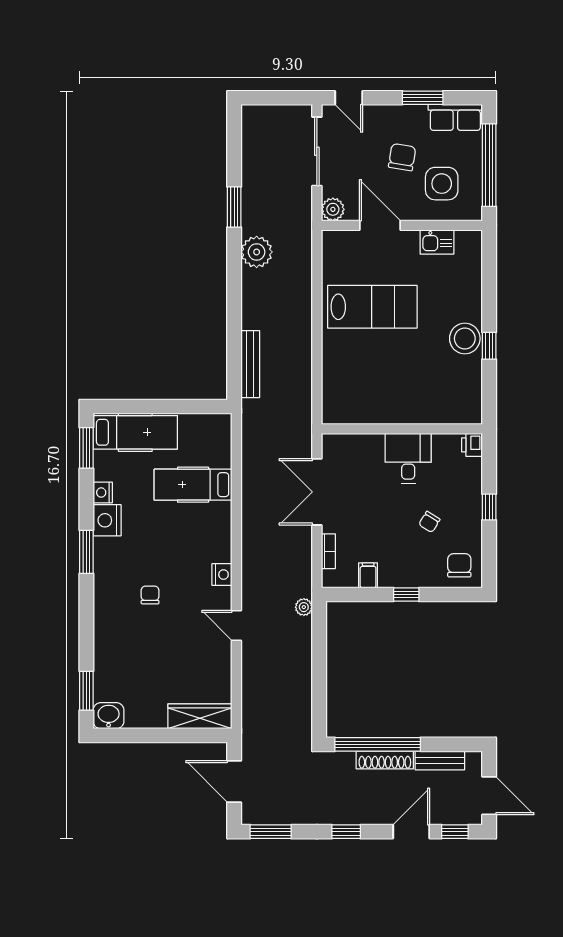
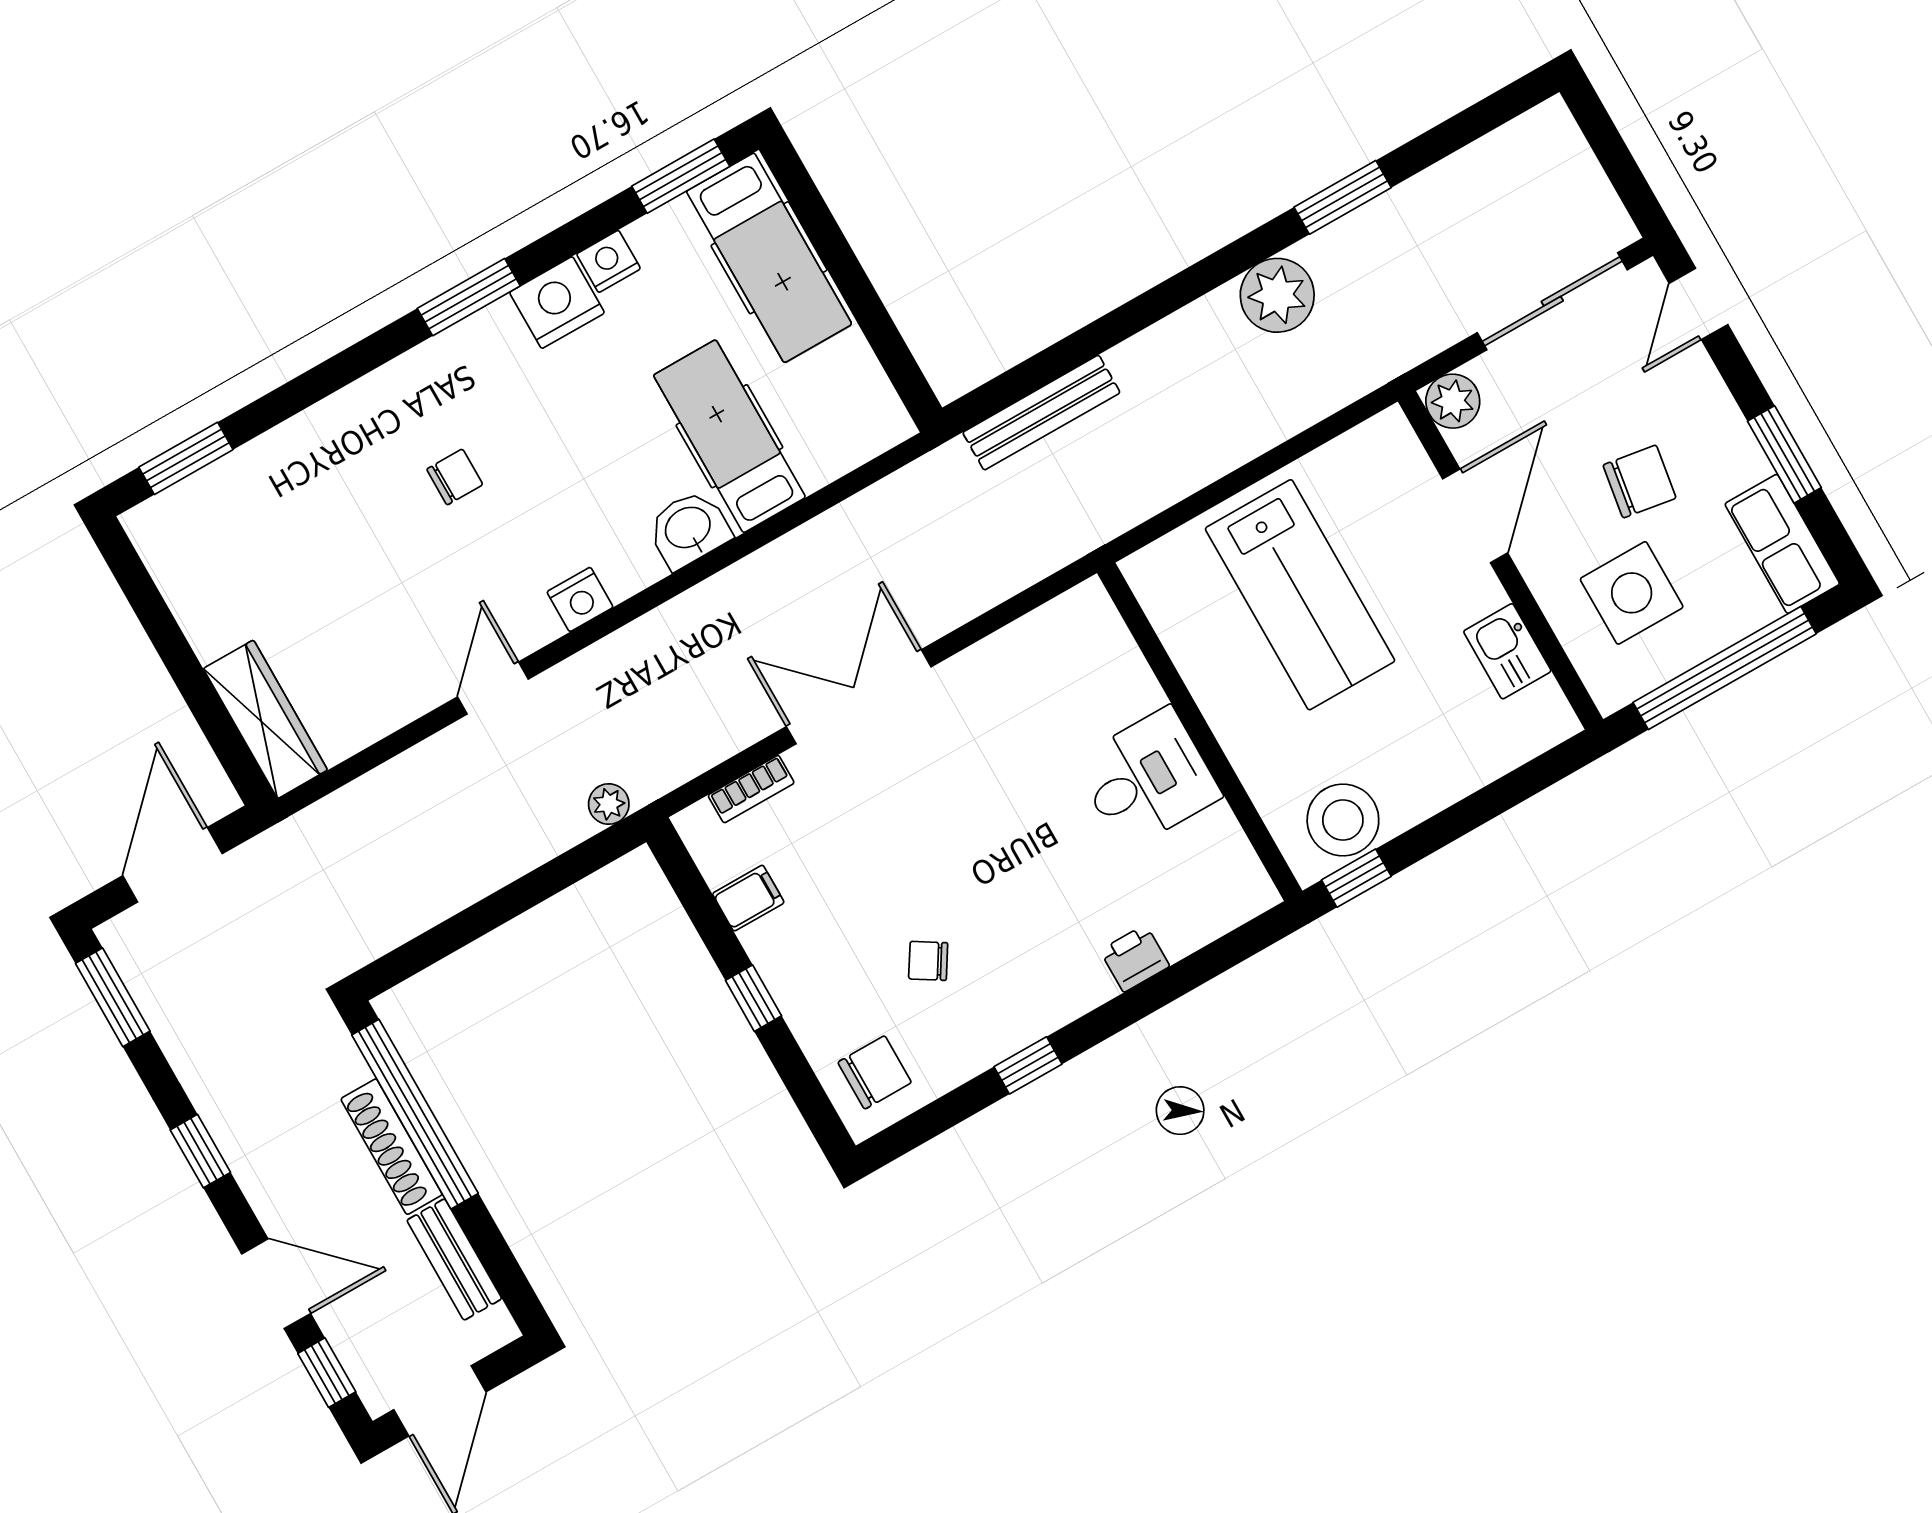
wall: (402, 429) -> (1200, 732), moved
desk: (408, 458) -> (1147, 779), moved
washbasin: (109, 716) -> (689, 529), moved, turned -90

